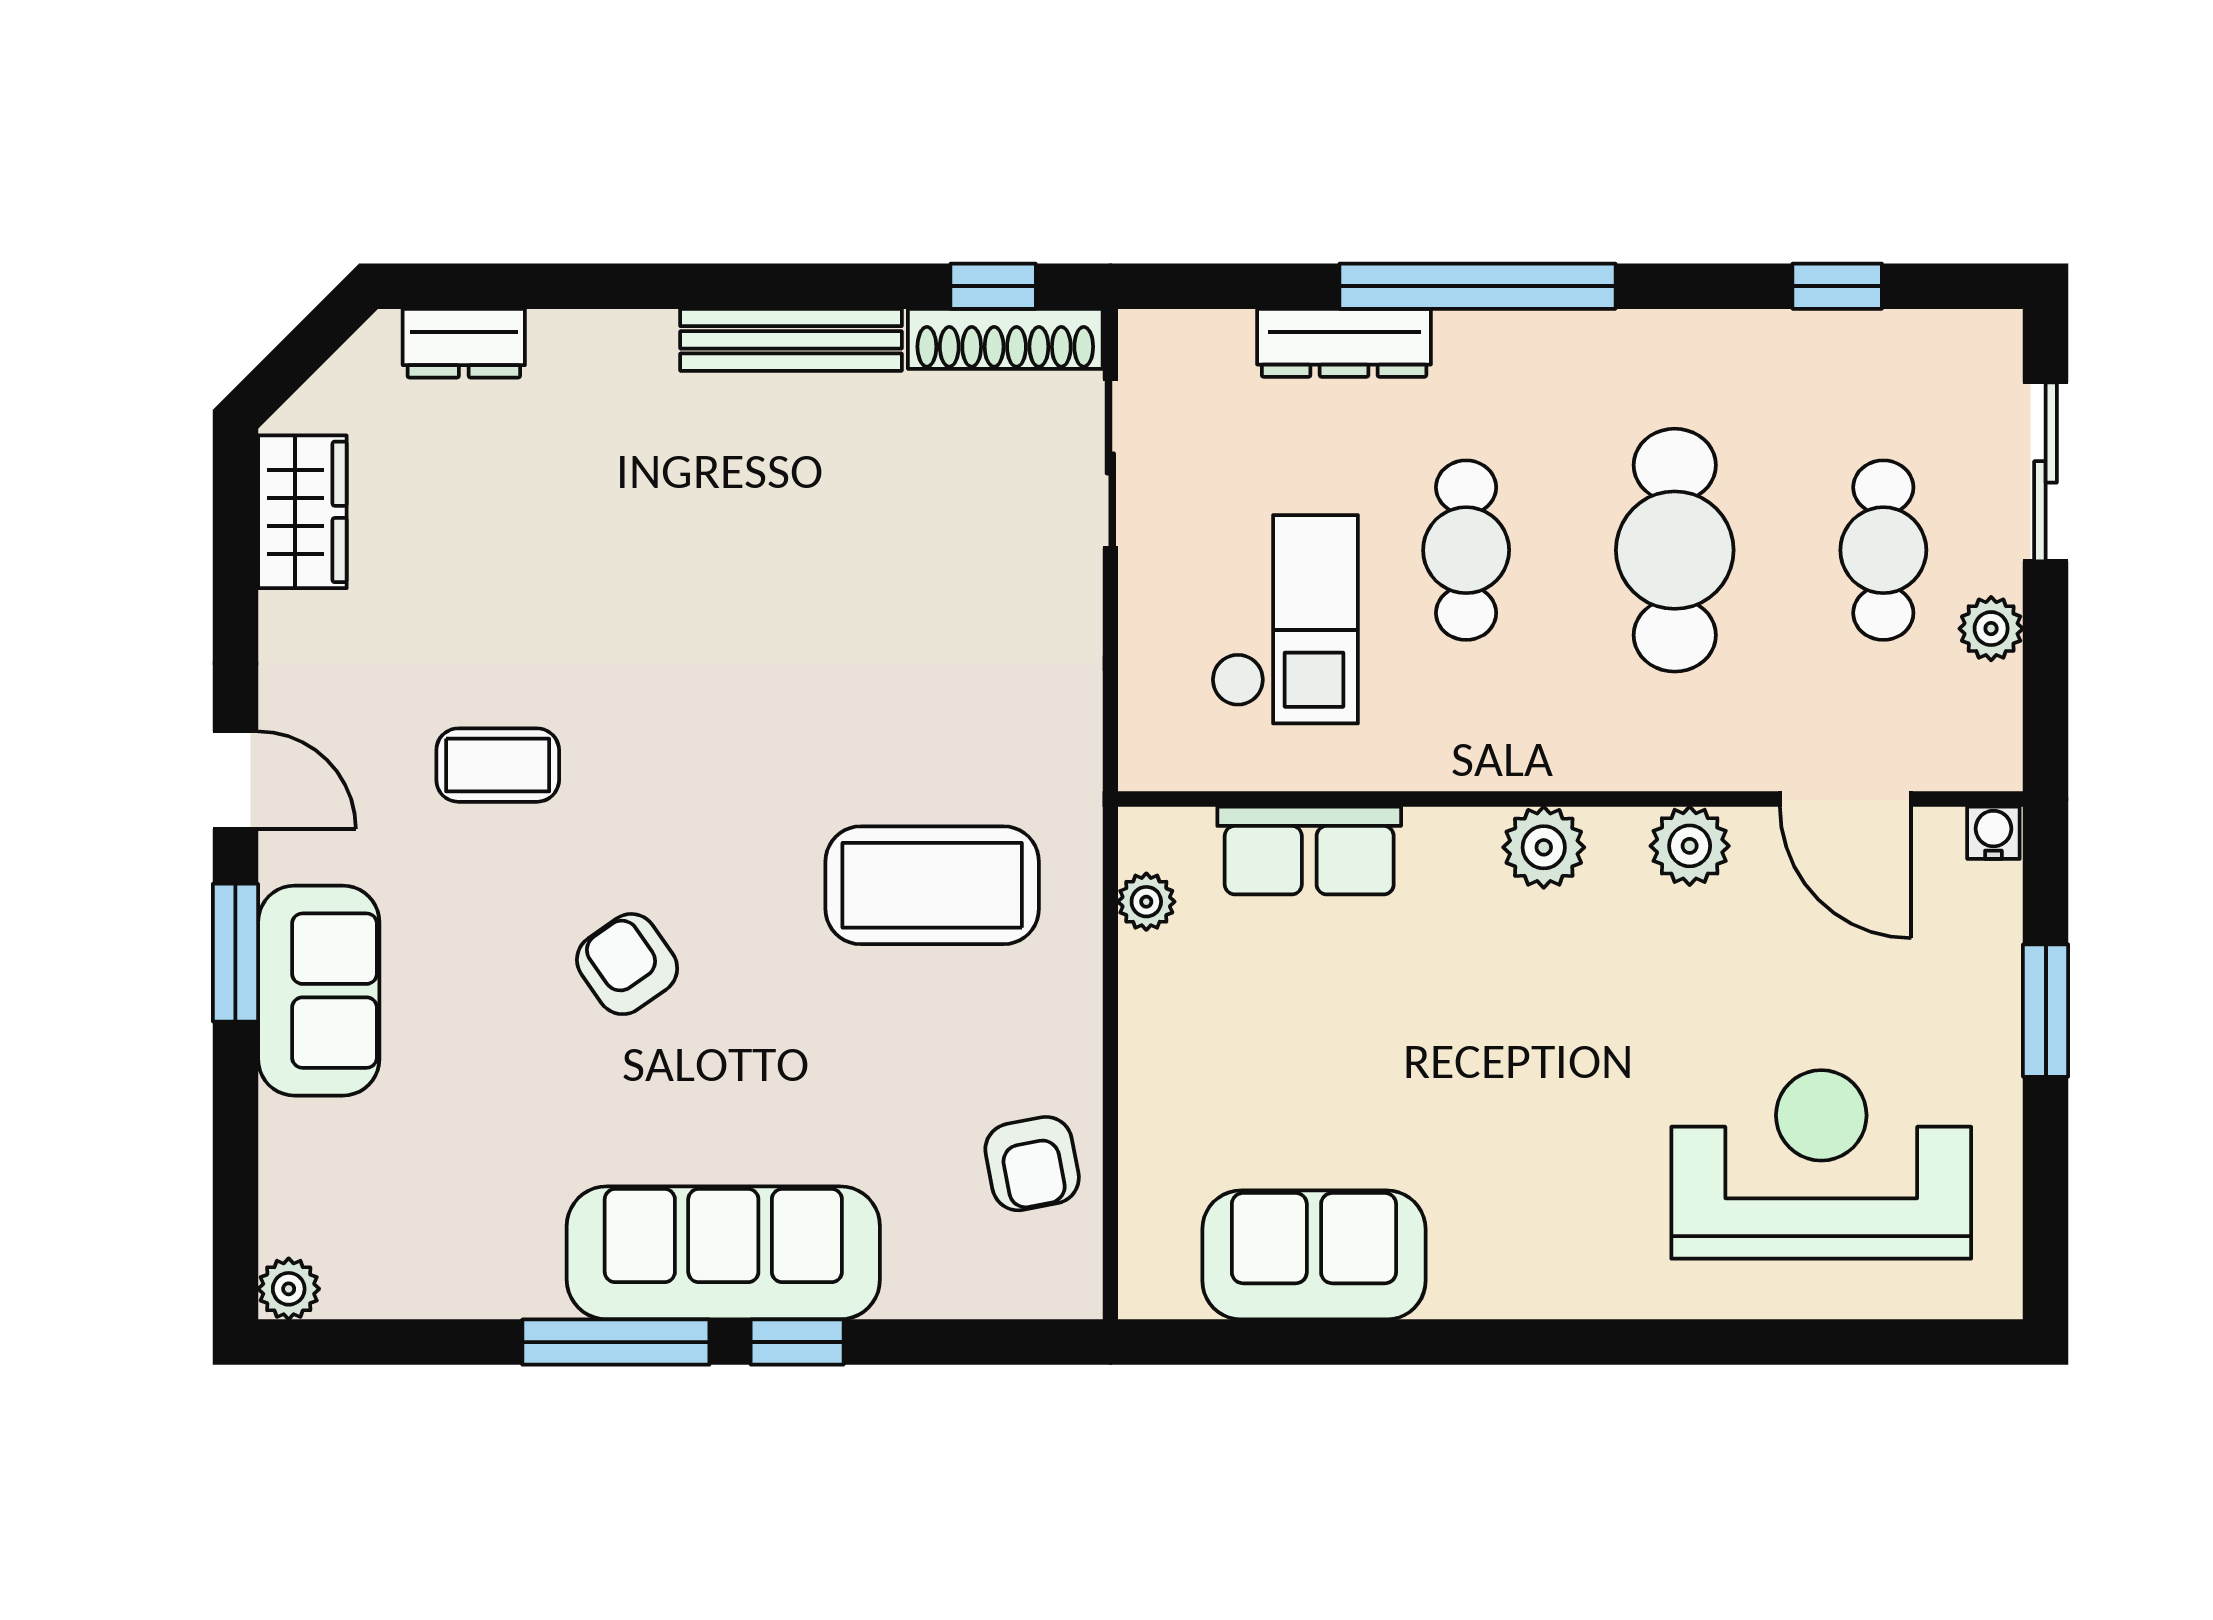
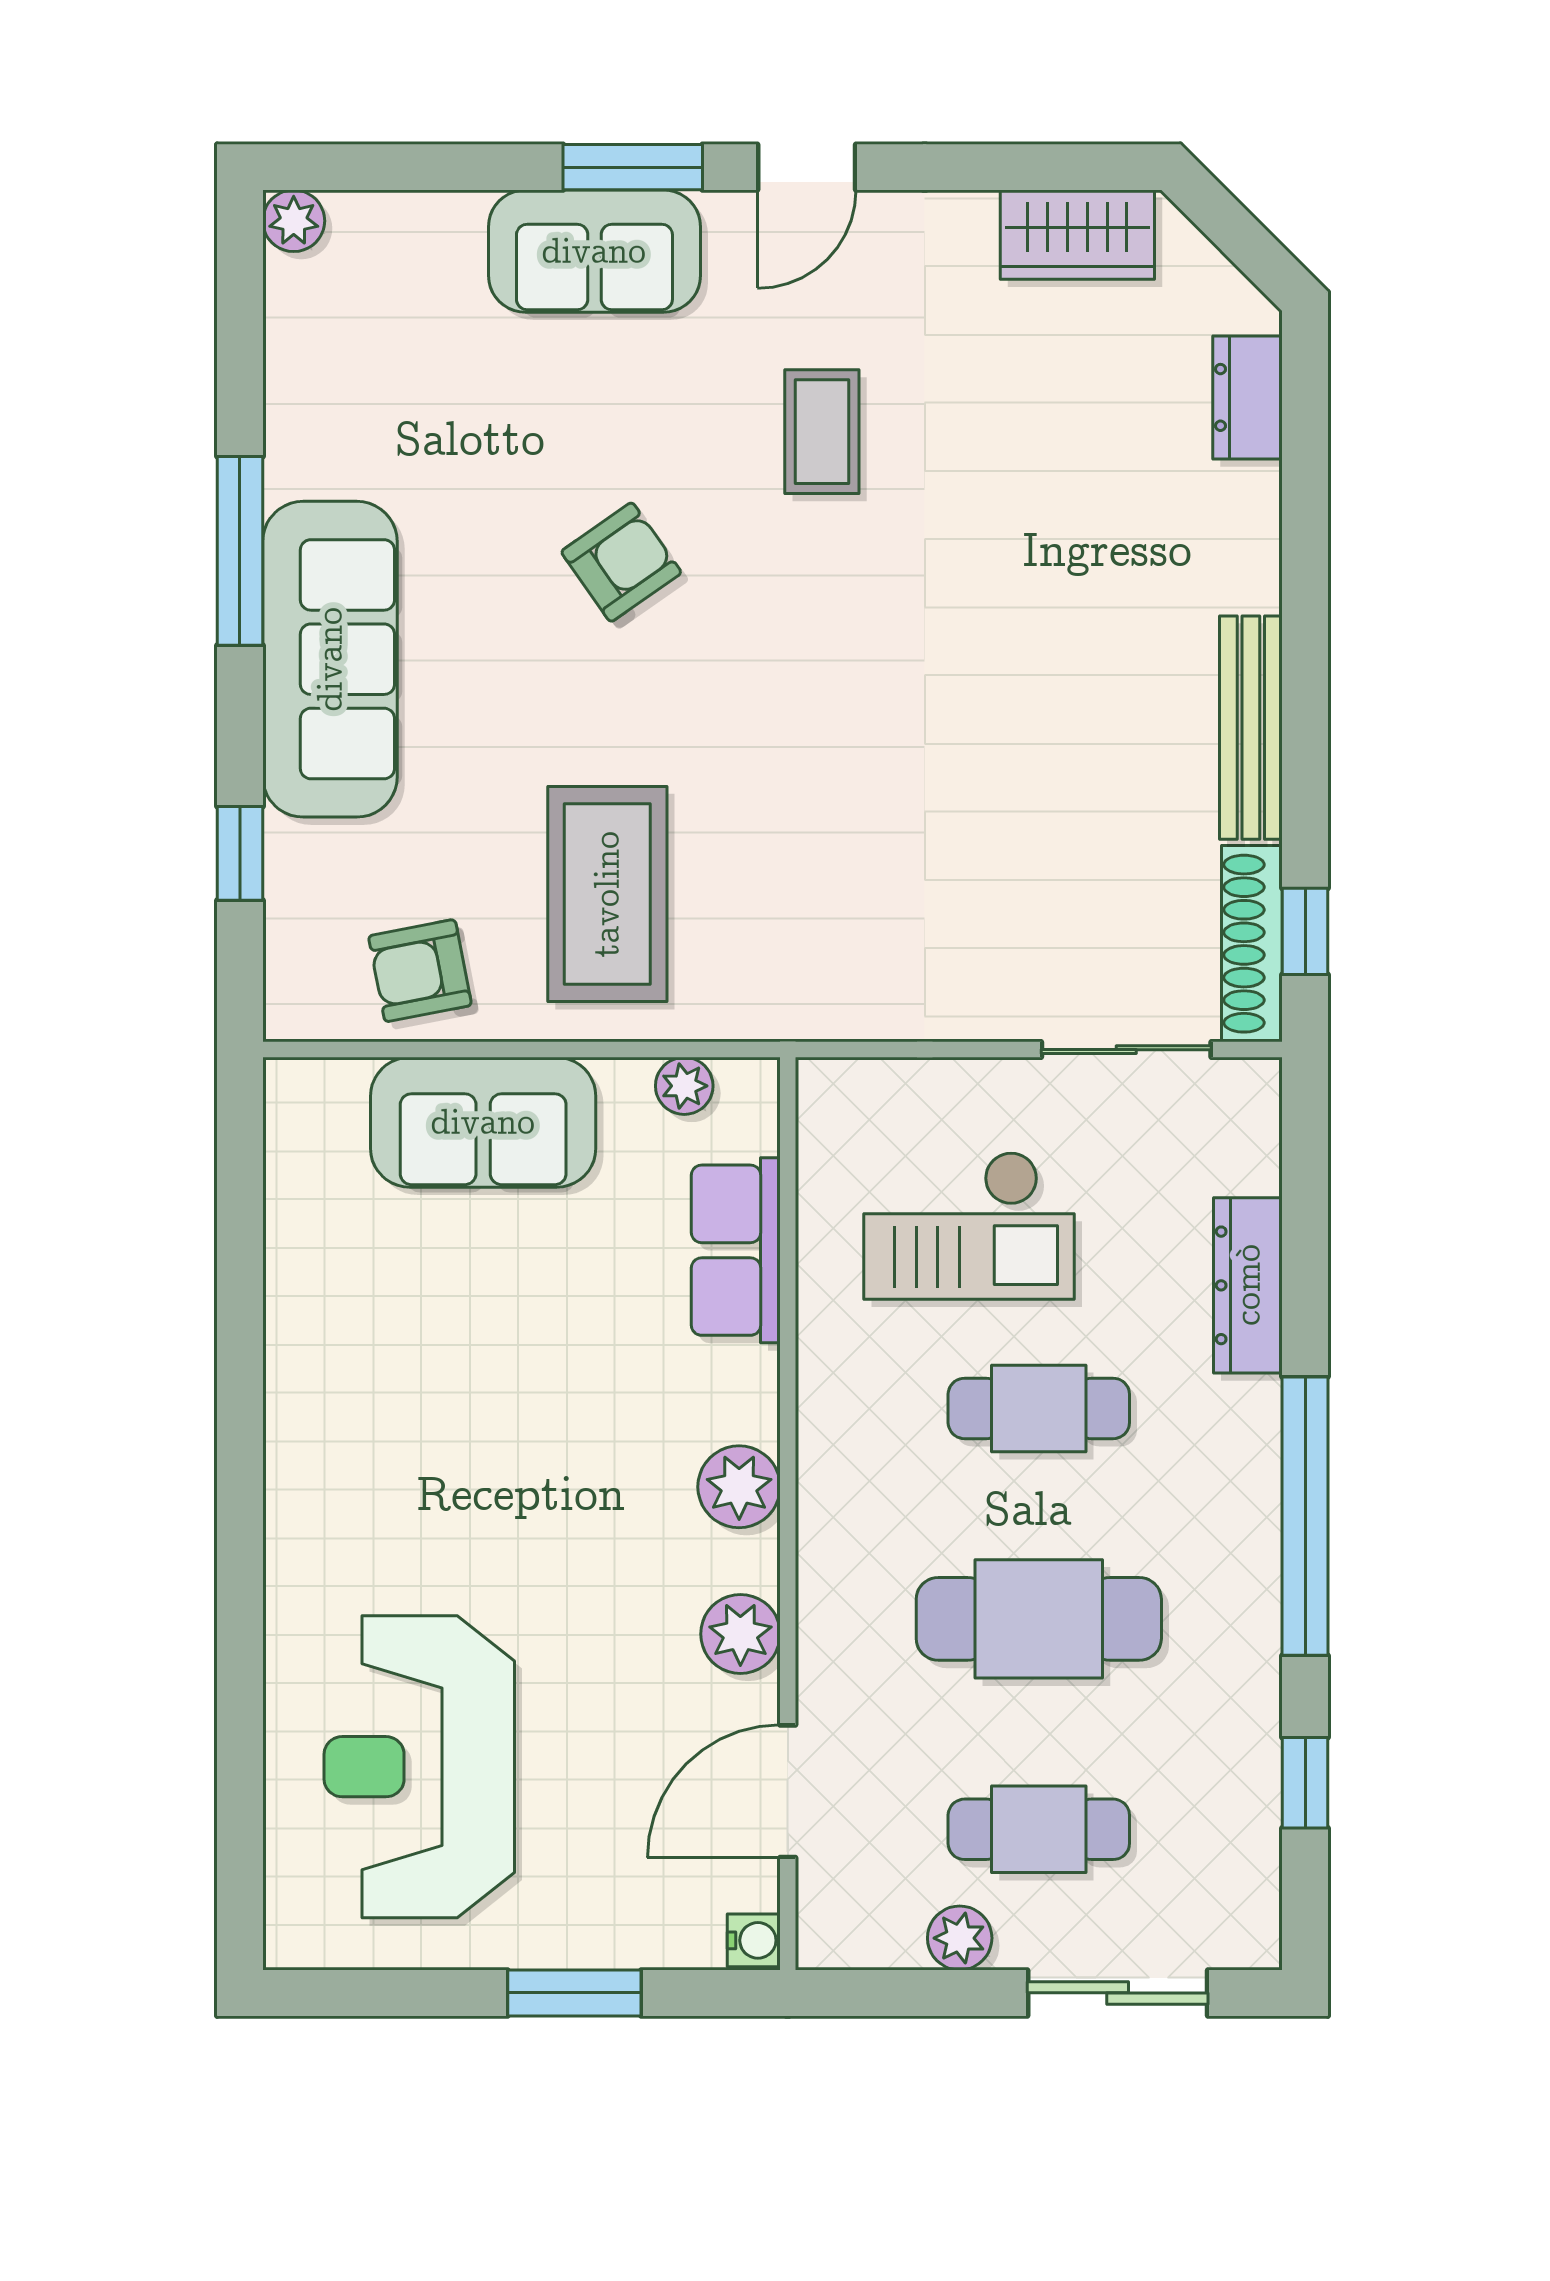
window: (1478, 286) -> (1305, 1516), moved
coffee table: (932, 885) -> (607, 894), moved
reception desk: (1821, 1164) -> (419, 1767), turned 180
sofa: (1314, 1255) -> (483, 1122), moved, turned 90
window: (797, 1342) -> (240, 853), moved

